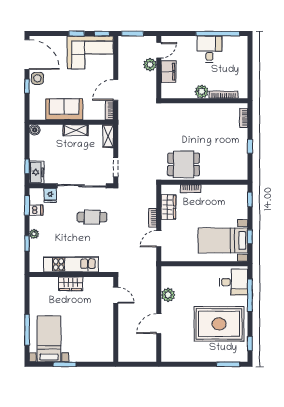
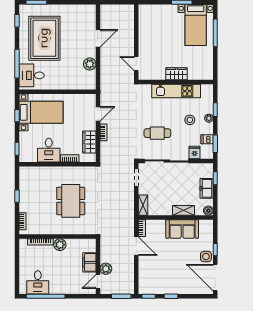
desk: (209, 49) -> (38, 282), moved
corner sofa: (90, 52) -> (159, 280), removed
door: (116, 90) -> (136, 246), hinge flipped
shelving: (76, 130) -> (183, 210), moved
dining table: (184, 164) -> (71, 201), moved, width x1.38
freezer: (37, 172) -> (207, 188), moved
desk: (214, 198) -> (49, 150), added
stool: (56, 232) -> (190, 120), added
rug: (219, 324) -> (44, 38), turned 90

